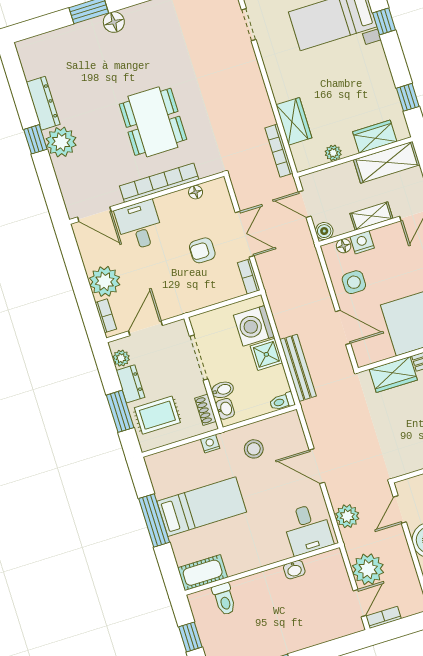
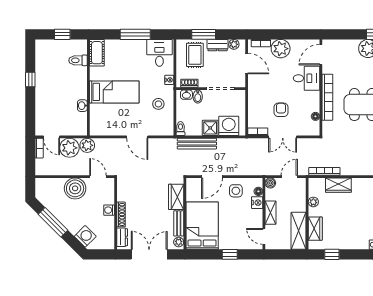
door: (317, 466) -> (137, 137), swing flipped
bed: (202, 507) -> (114, 92), moved, turned -90
plant: (347, 516) -> (87, 145), moved
desk: (308, 529) -> (159, 53), moved, turned 90

